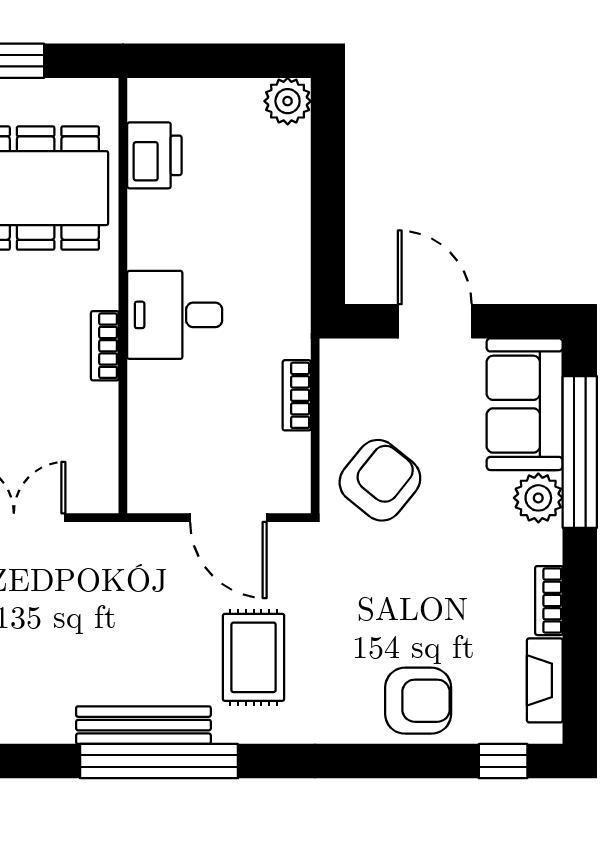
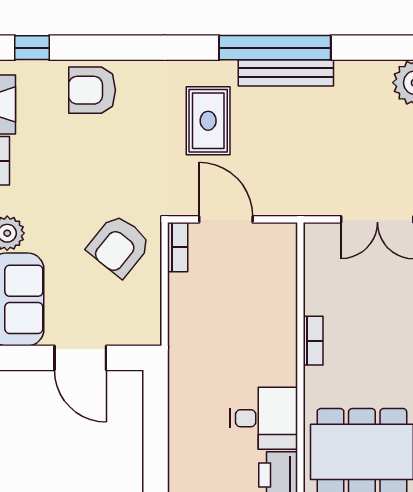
desk: (175, 315) -> (264, 418), moved
bookcase: (297, 395) -> (178, 247), moved

